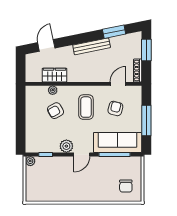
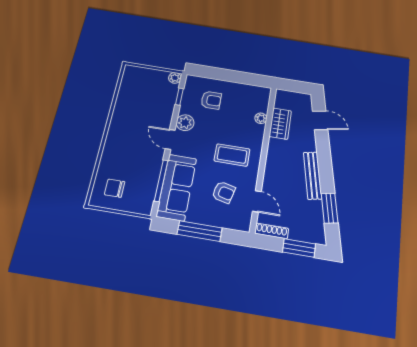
armchair: (55, 111) -> (211, 100), moved, turned 119

